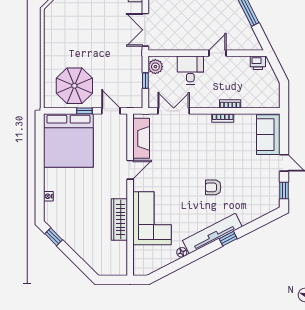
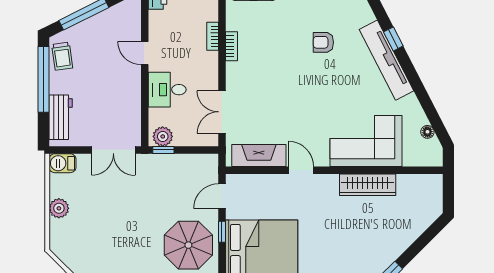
window: (145, 81) -> (163, 150), moved
armchair: (213, 187) -> (323, 42), moved, turned 90
floor lamp: (182, 252) -> (427, 132), moved

